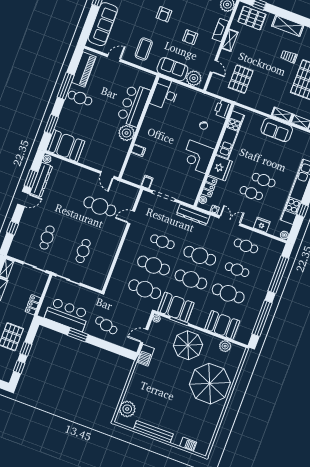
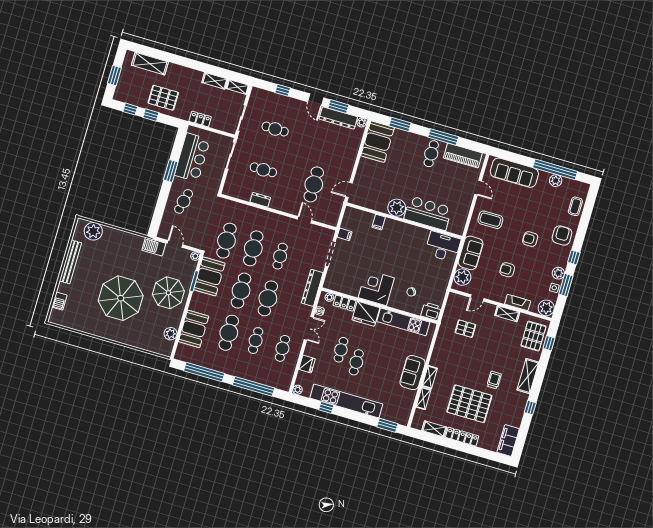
pallet: (241, 79) -> (465, 329), width x0.67, depth x0.71
dresser: (110, 256) -> (260, 200), added
parasol: (210, 384) -> (121, 298), moved

